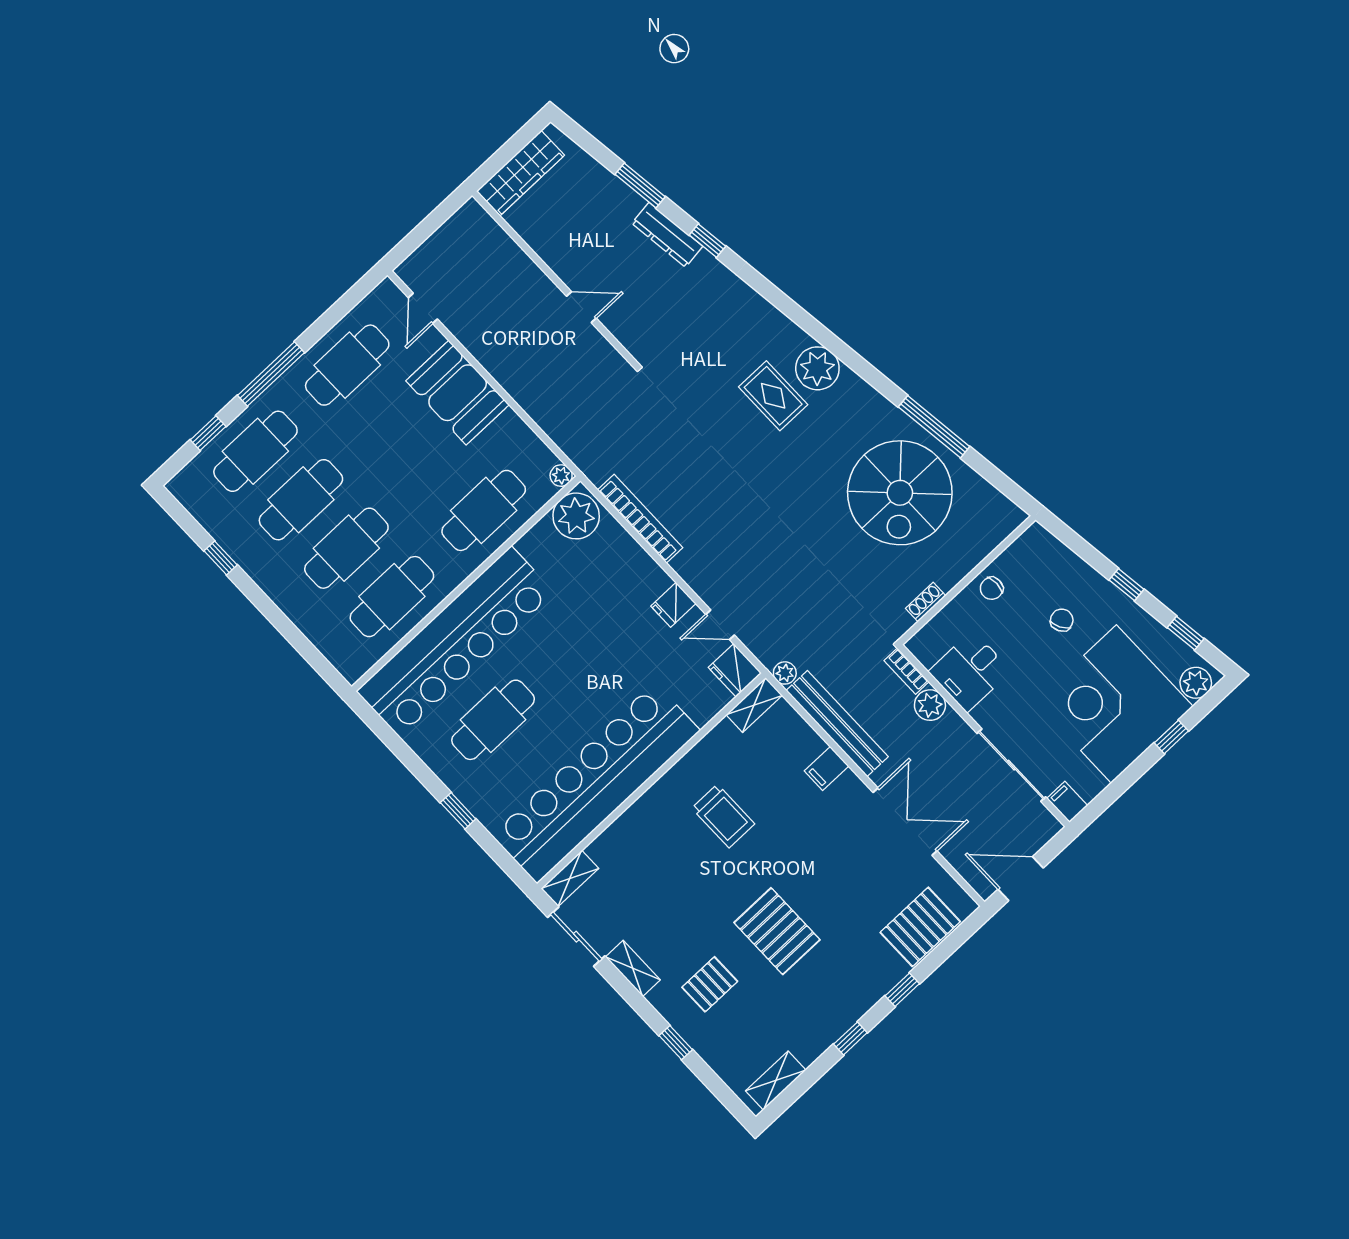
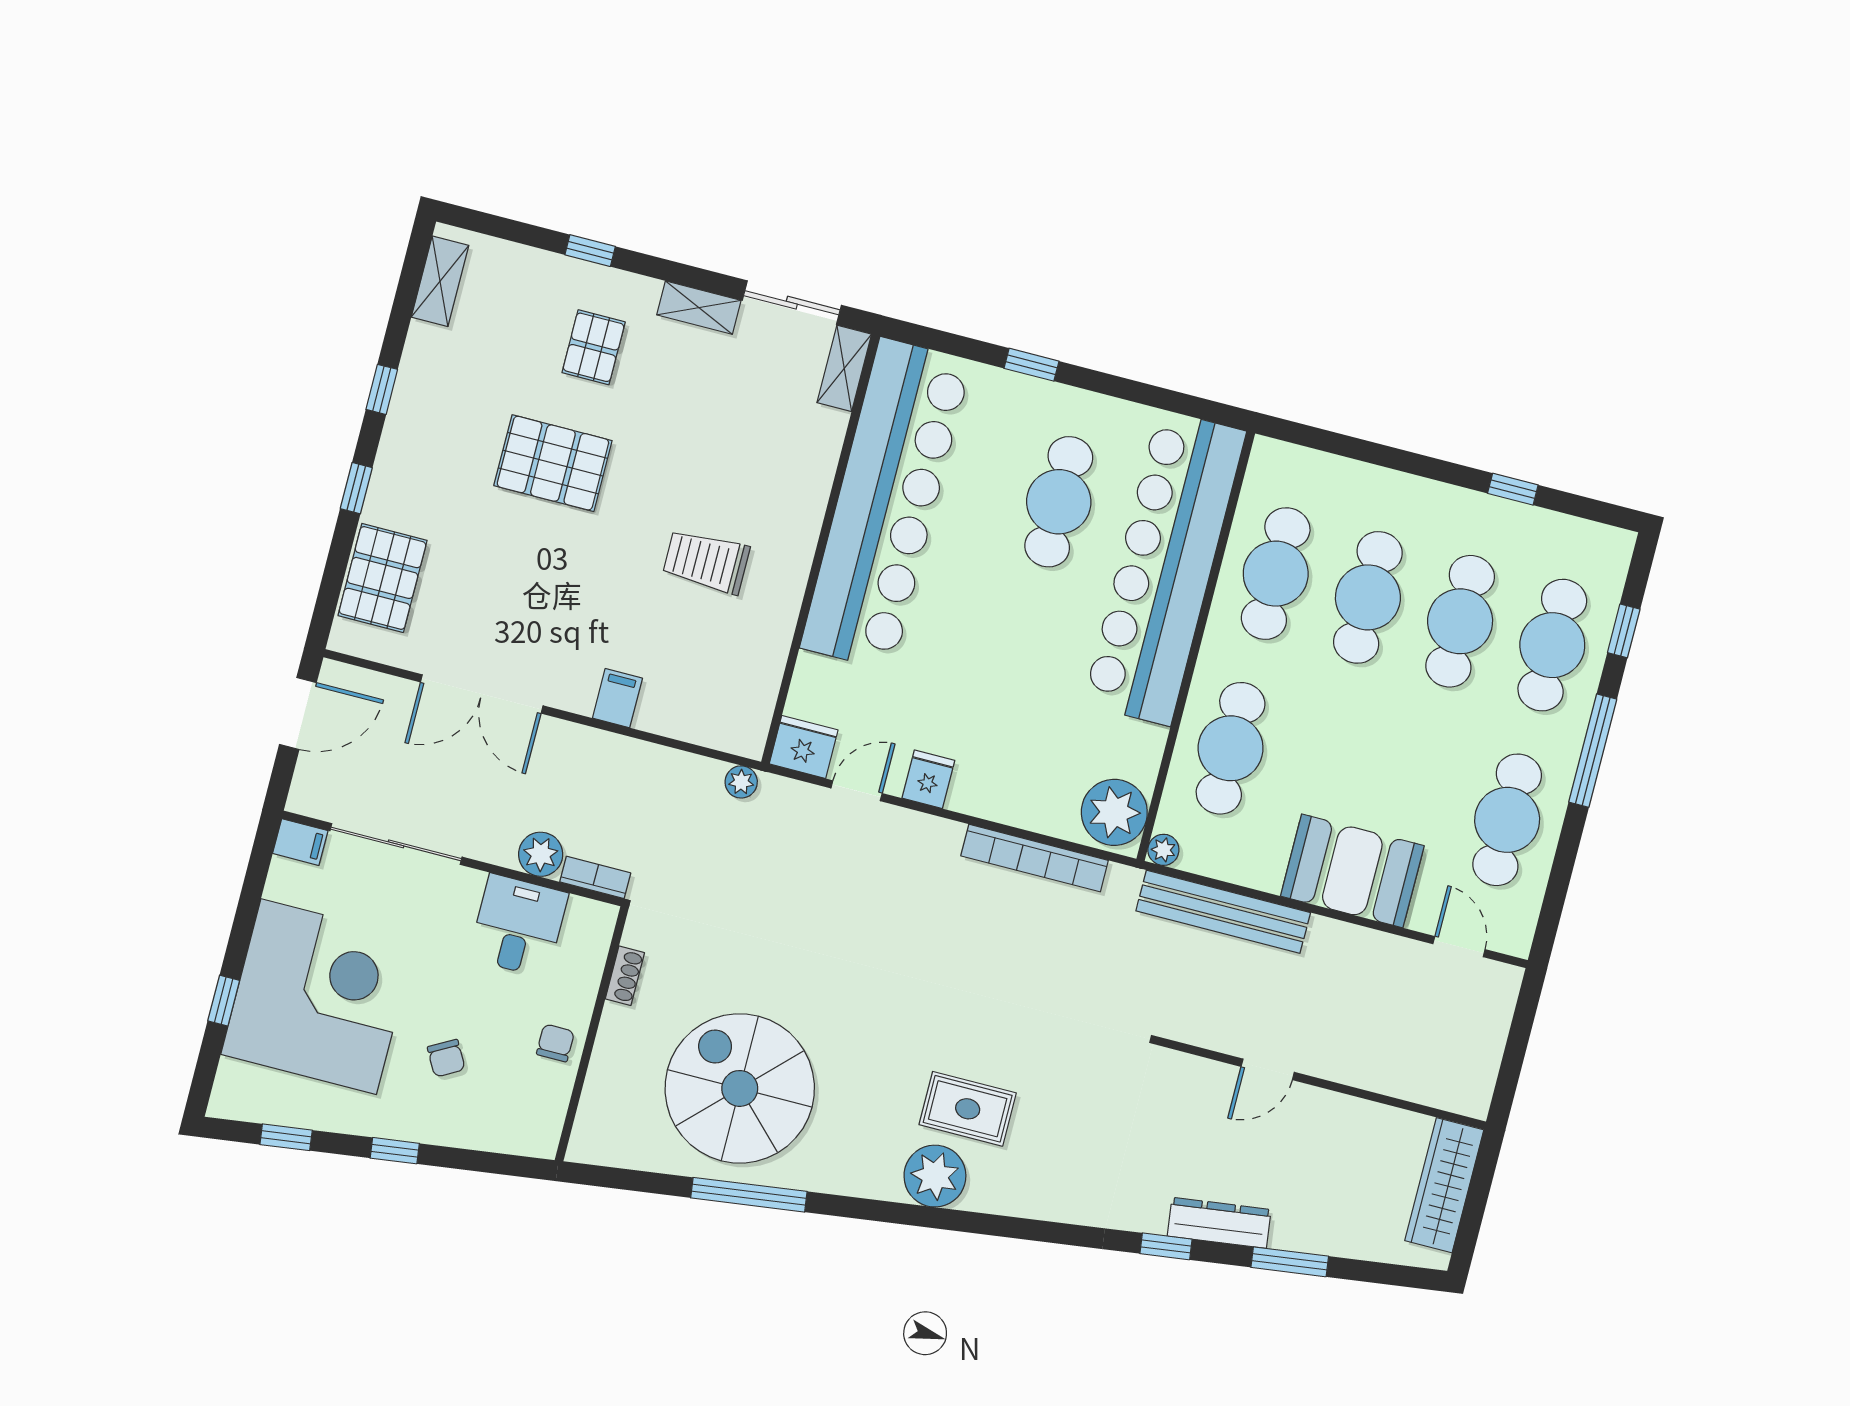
plant: (1196, 683) -> (236, 1085), removed
shelving: (754, 705) -> (754, 720), removed
bench: (837, 724) -> (1223, 912), moved

